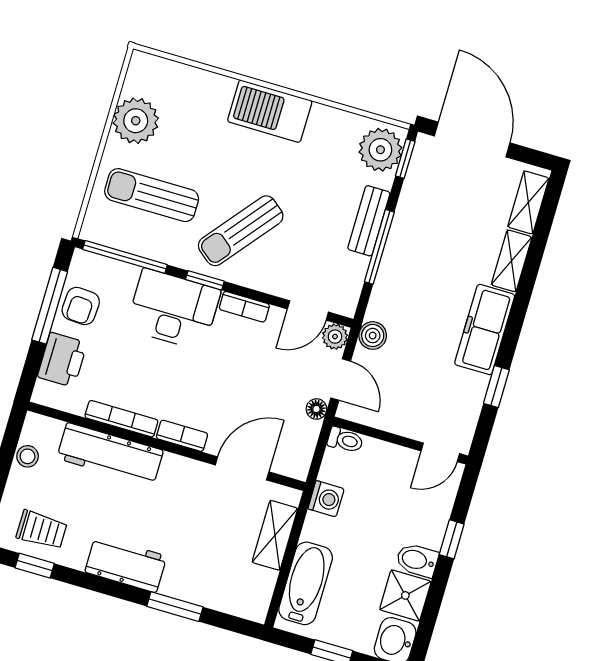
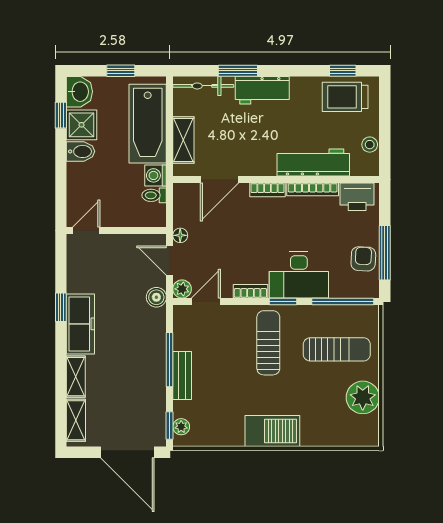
plant: (380, 150) -> (181, 427), width x0.53, depth x0.53
sun lounger: (241, 231) -> (268, 343), turned -39
printer: (62, 360) -> (357, 197), moved, turned -90
window: (496, 387) -> (61, 307), moved
toilet: (345, 440) -> (154, 195), moved
trolley: (42, 530) -> (345, 97), width x1.36, depth x1.39
window: (452, 539) -> (61, 115), moved
workbench: (126, 564) -> (262, 90), moved
bathtub: (306, 583) -> (148, 124), width x1.36, depth x1.36
bicycle: (227, 600) -> (203, 86), added

